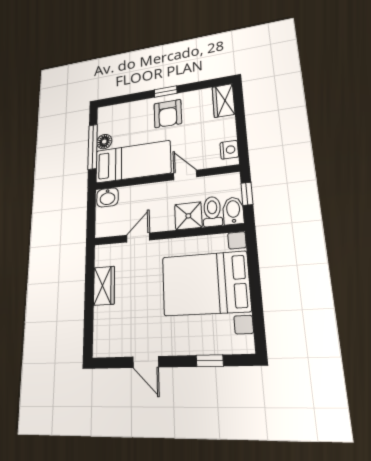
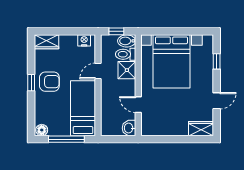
floor lamp: (104, 142) -> (42, 130), moved
washbasin: (107, 197) -> (129, 128), moved, turned 180
wardrobe: (104, 286) -> (201, 129), moved

